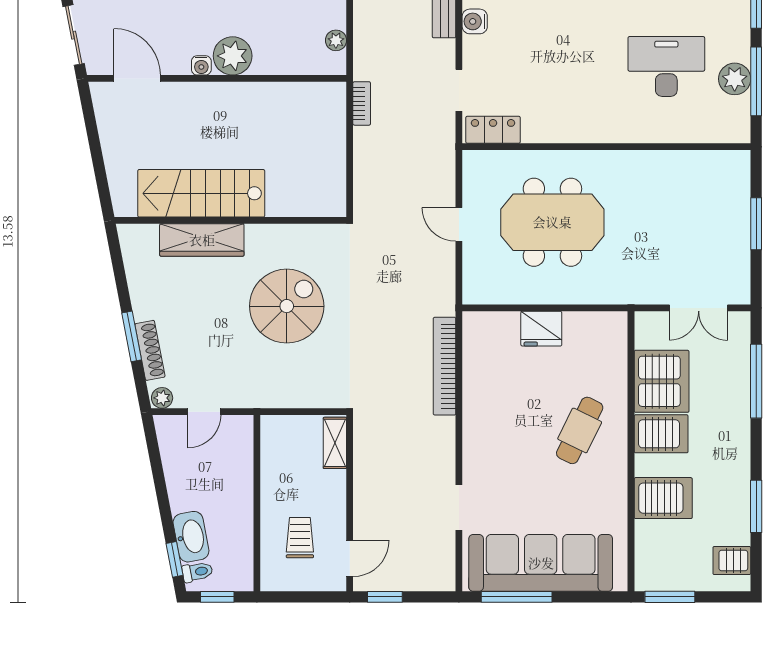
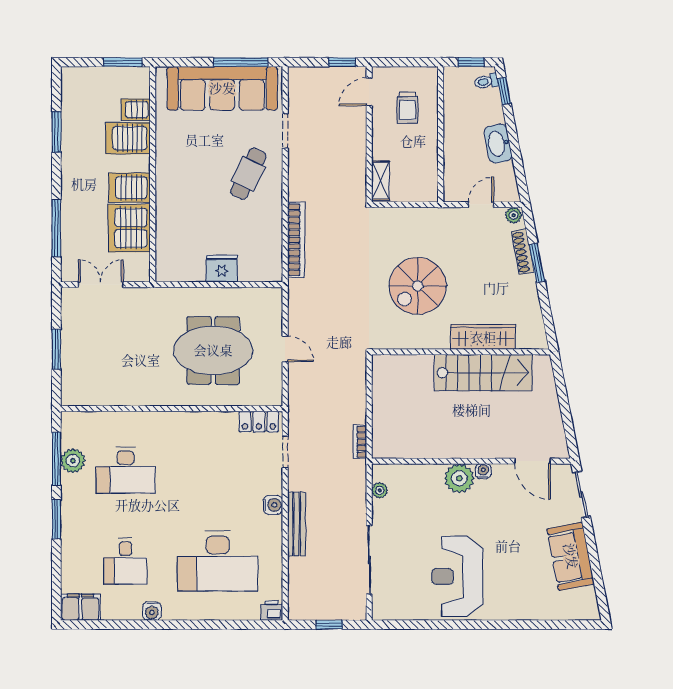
cafe table: (580, 430) -> (248, 174), moved
washbasin: (191, 537) -> (498, 144), moved
server rack: (732, 561) -> (136, 110), moved, turned 180

